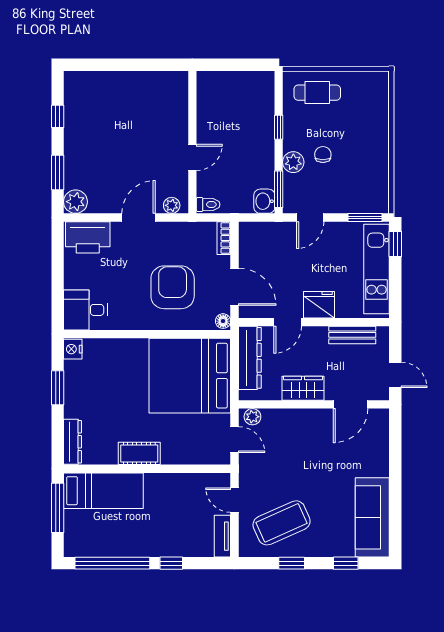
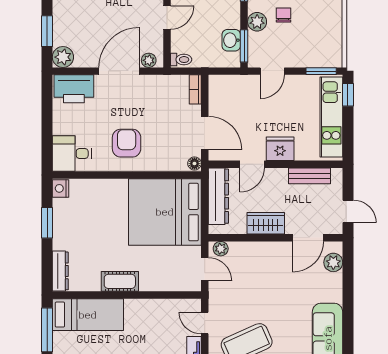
washbasin: (264, 201) -> (231, 40), moved
door: (138, 218) -> (119, 71), width x1.36
armchair: (173, 287) -> (127, 143), moved, width x0.73, depth x0.73
plant: (379, 432) -> (333, 262), added

